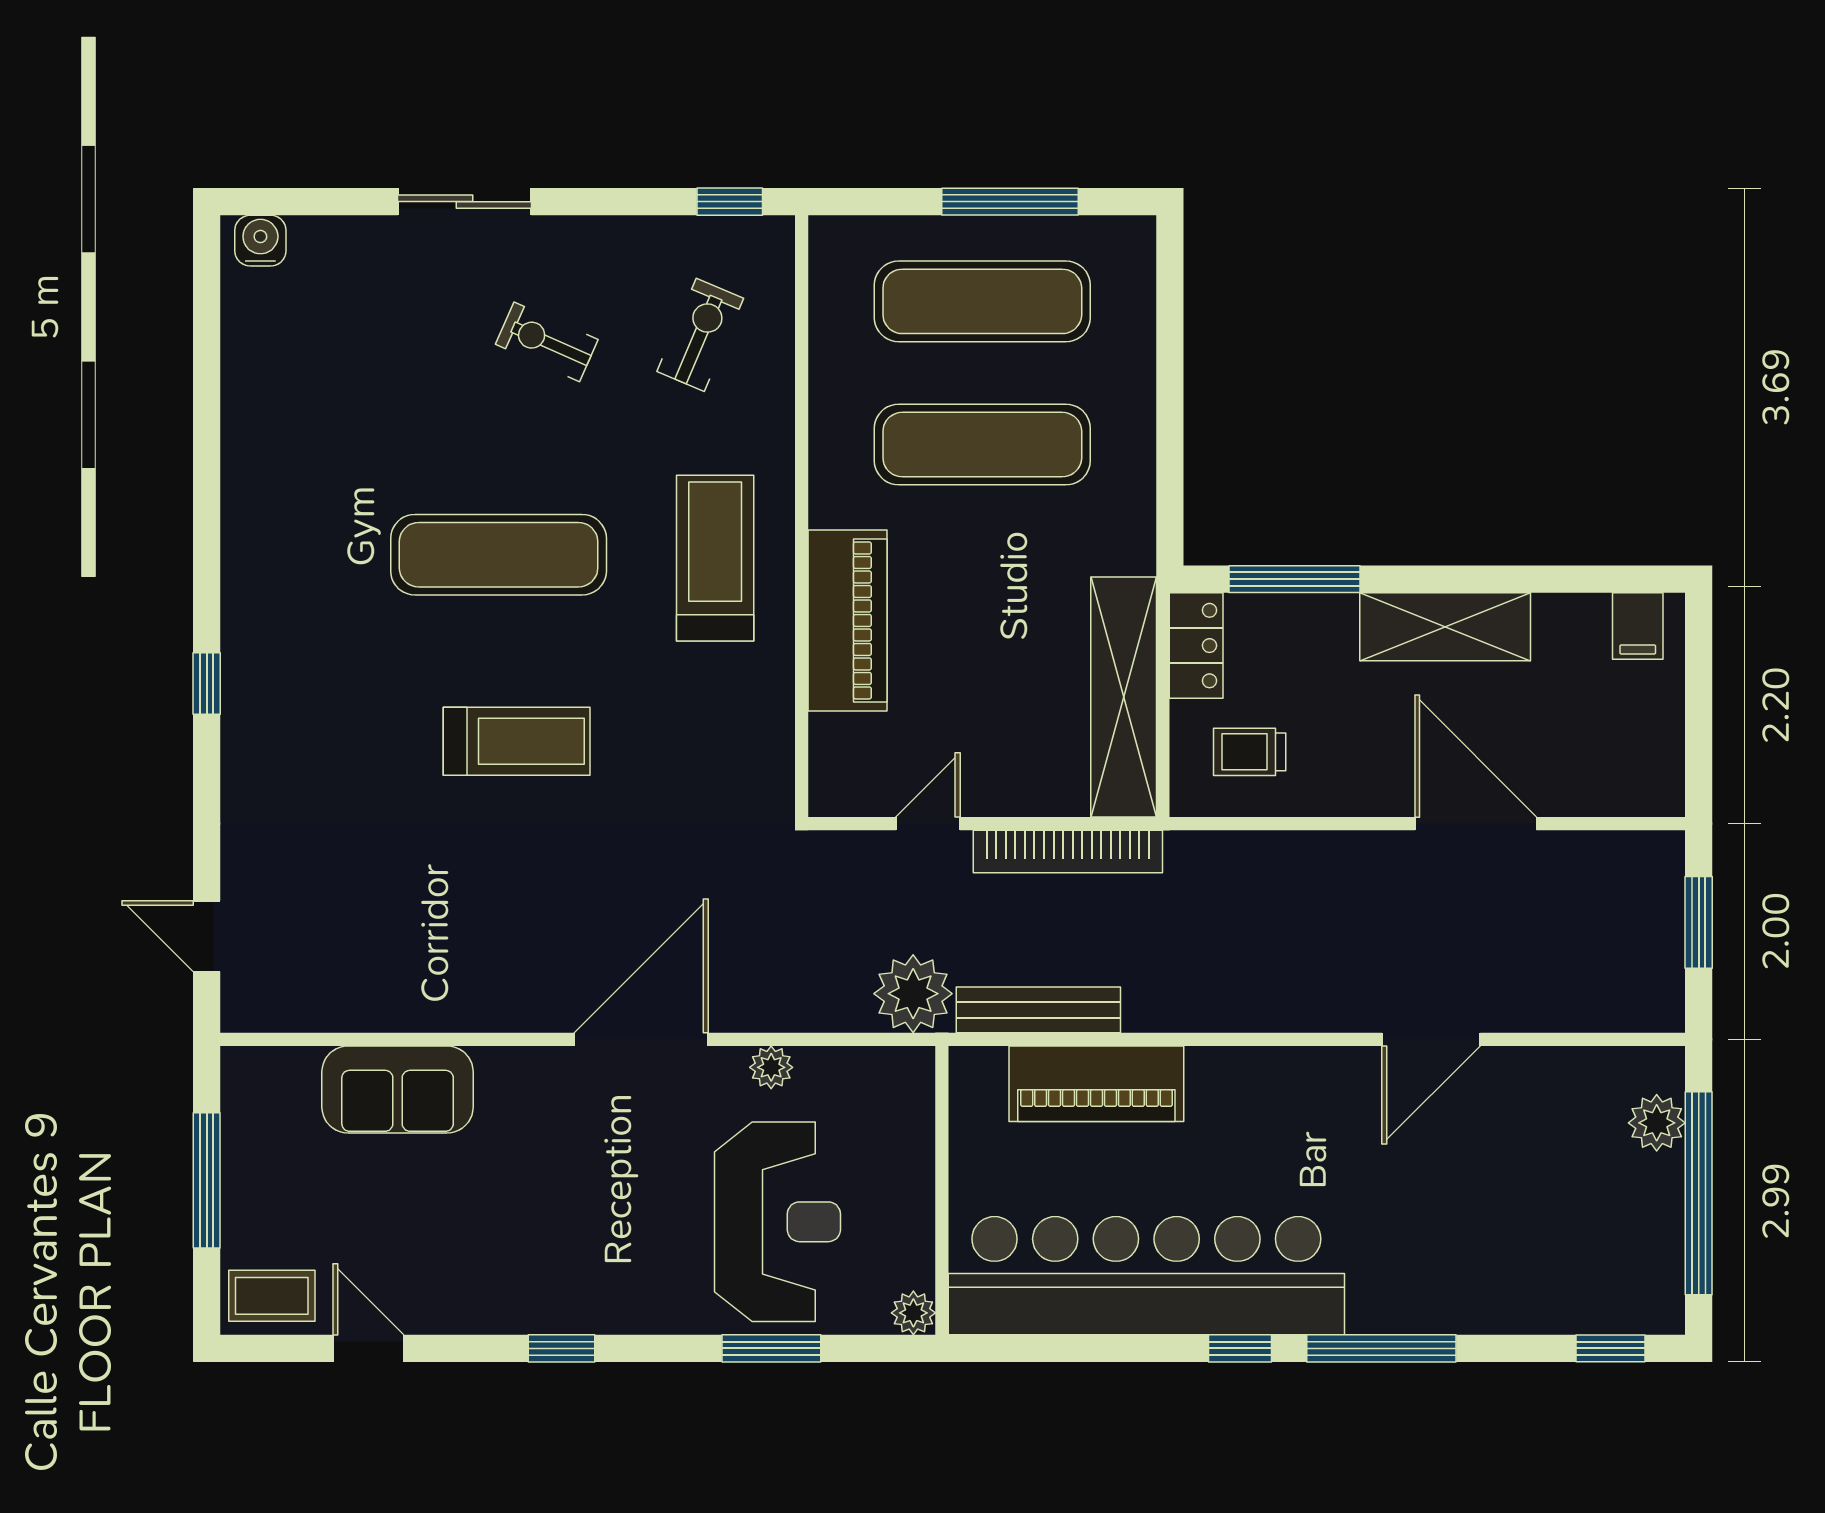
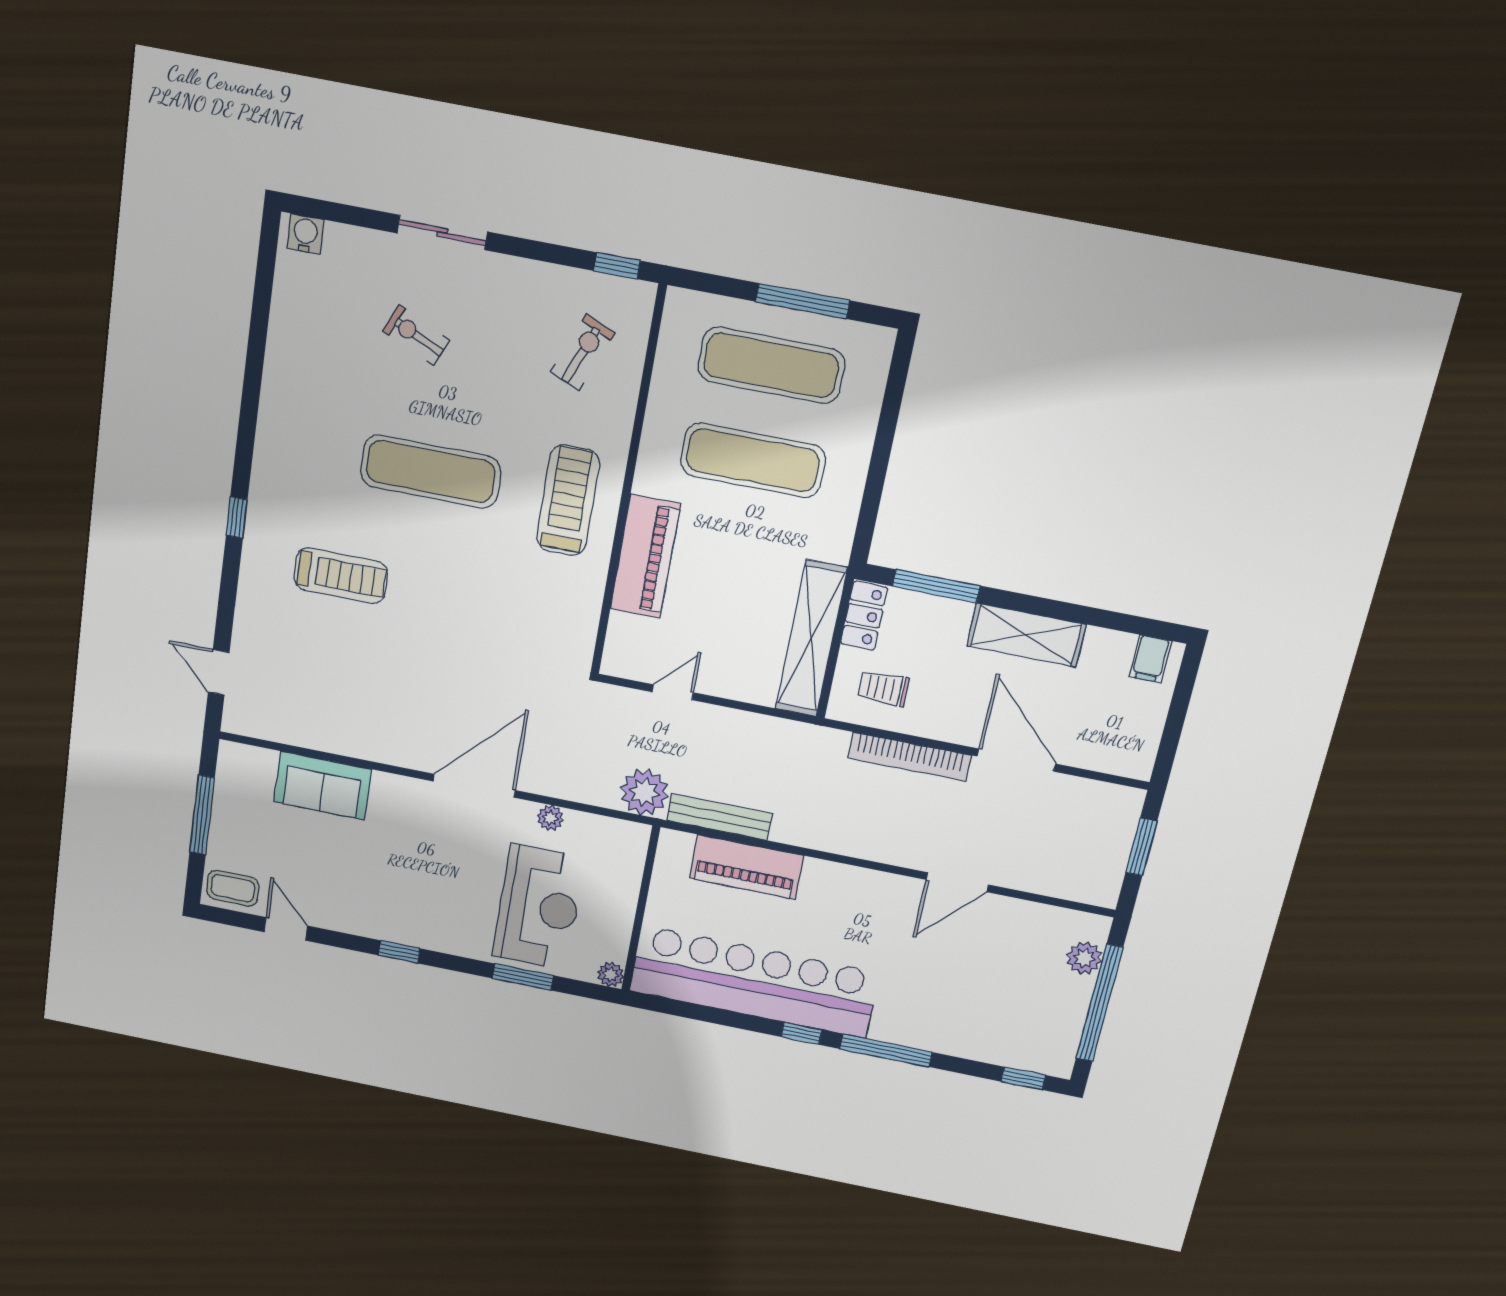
exercise bike: (547, 342) -> (416, 335), moved
treadmill: (517, 741) -> (341, 576), moved
bookcase: (1068, 851) -> (909, 757), moved

